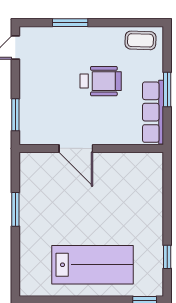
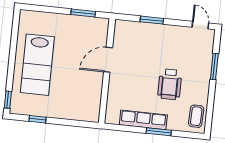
door: (76, 148) -> (108, 60), moved
wall: (91, 148) -> (107, 71), moved

